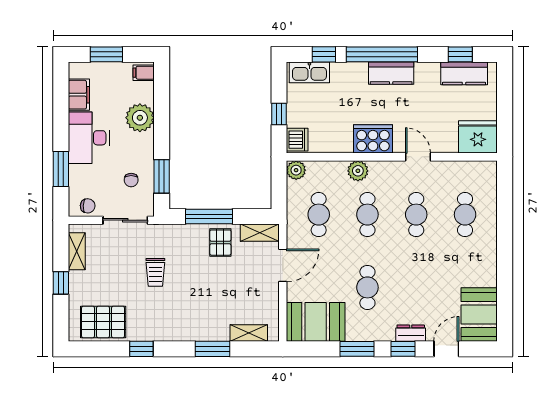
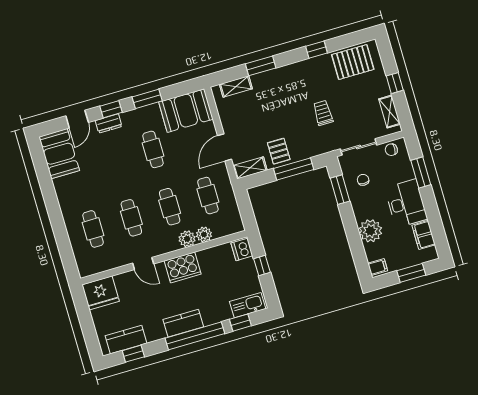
plant: (296, 170) -> (204, 235), moved

